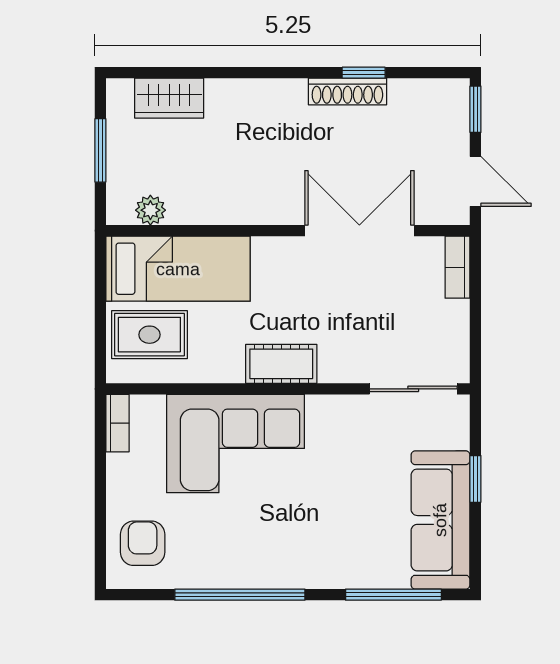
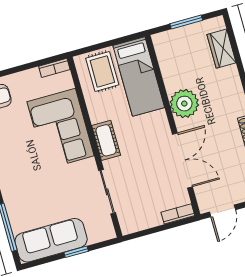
plant: (150, 210) -> (184, 104), moved, width x1.88, depth x1.88
sliding door: (413, 389) -> (107, 192), moved

